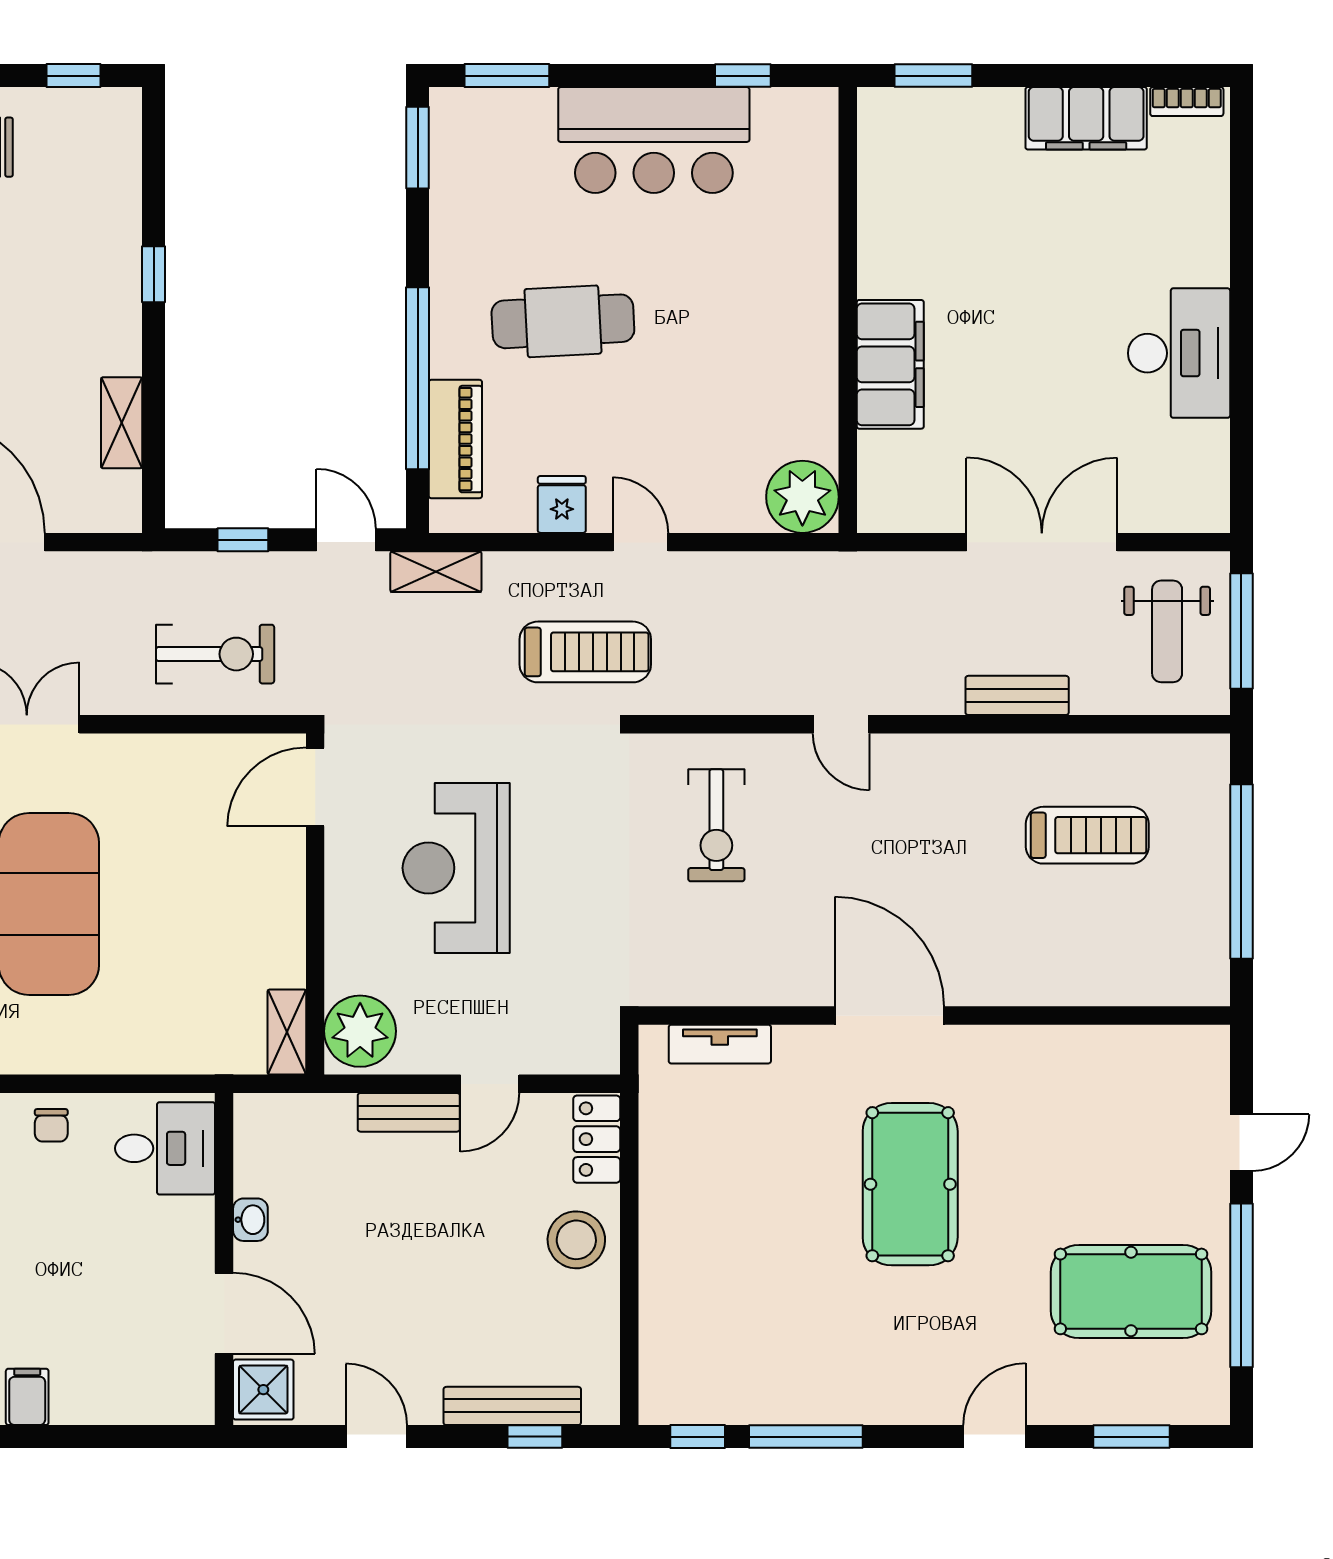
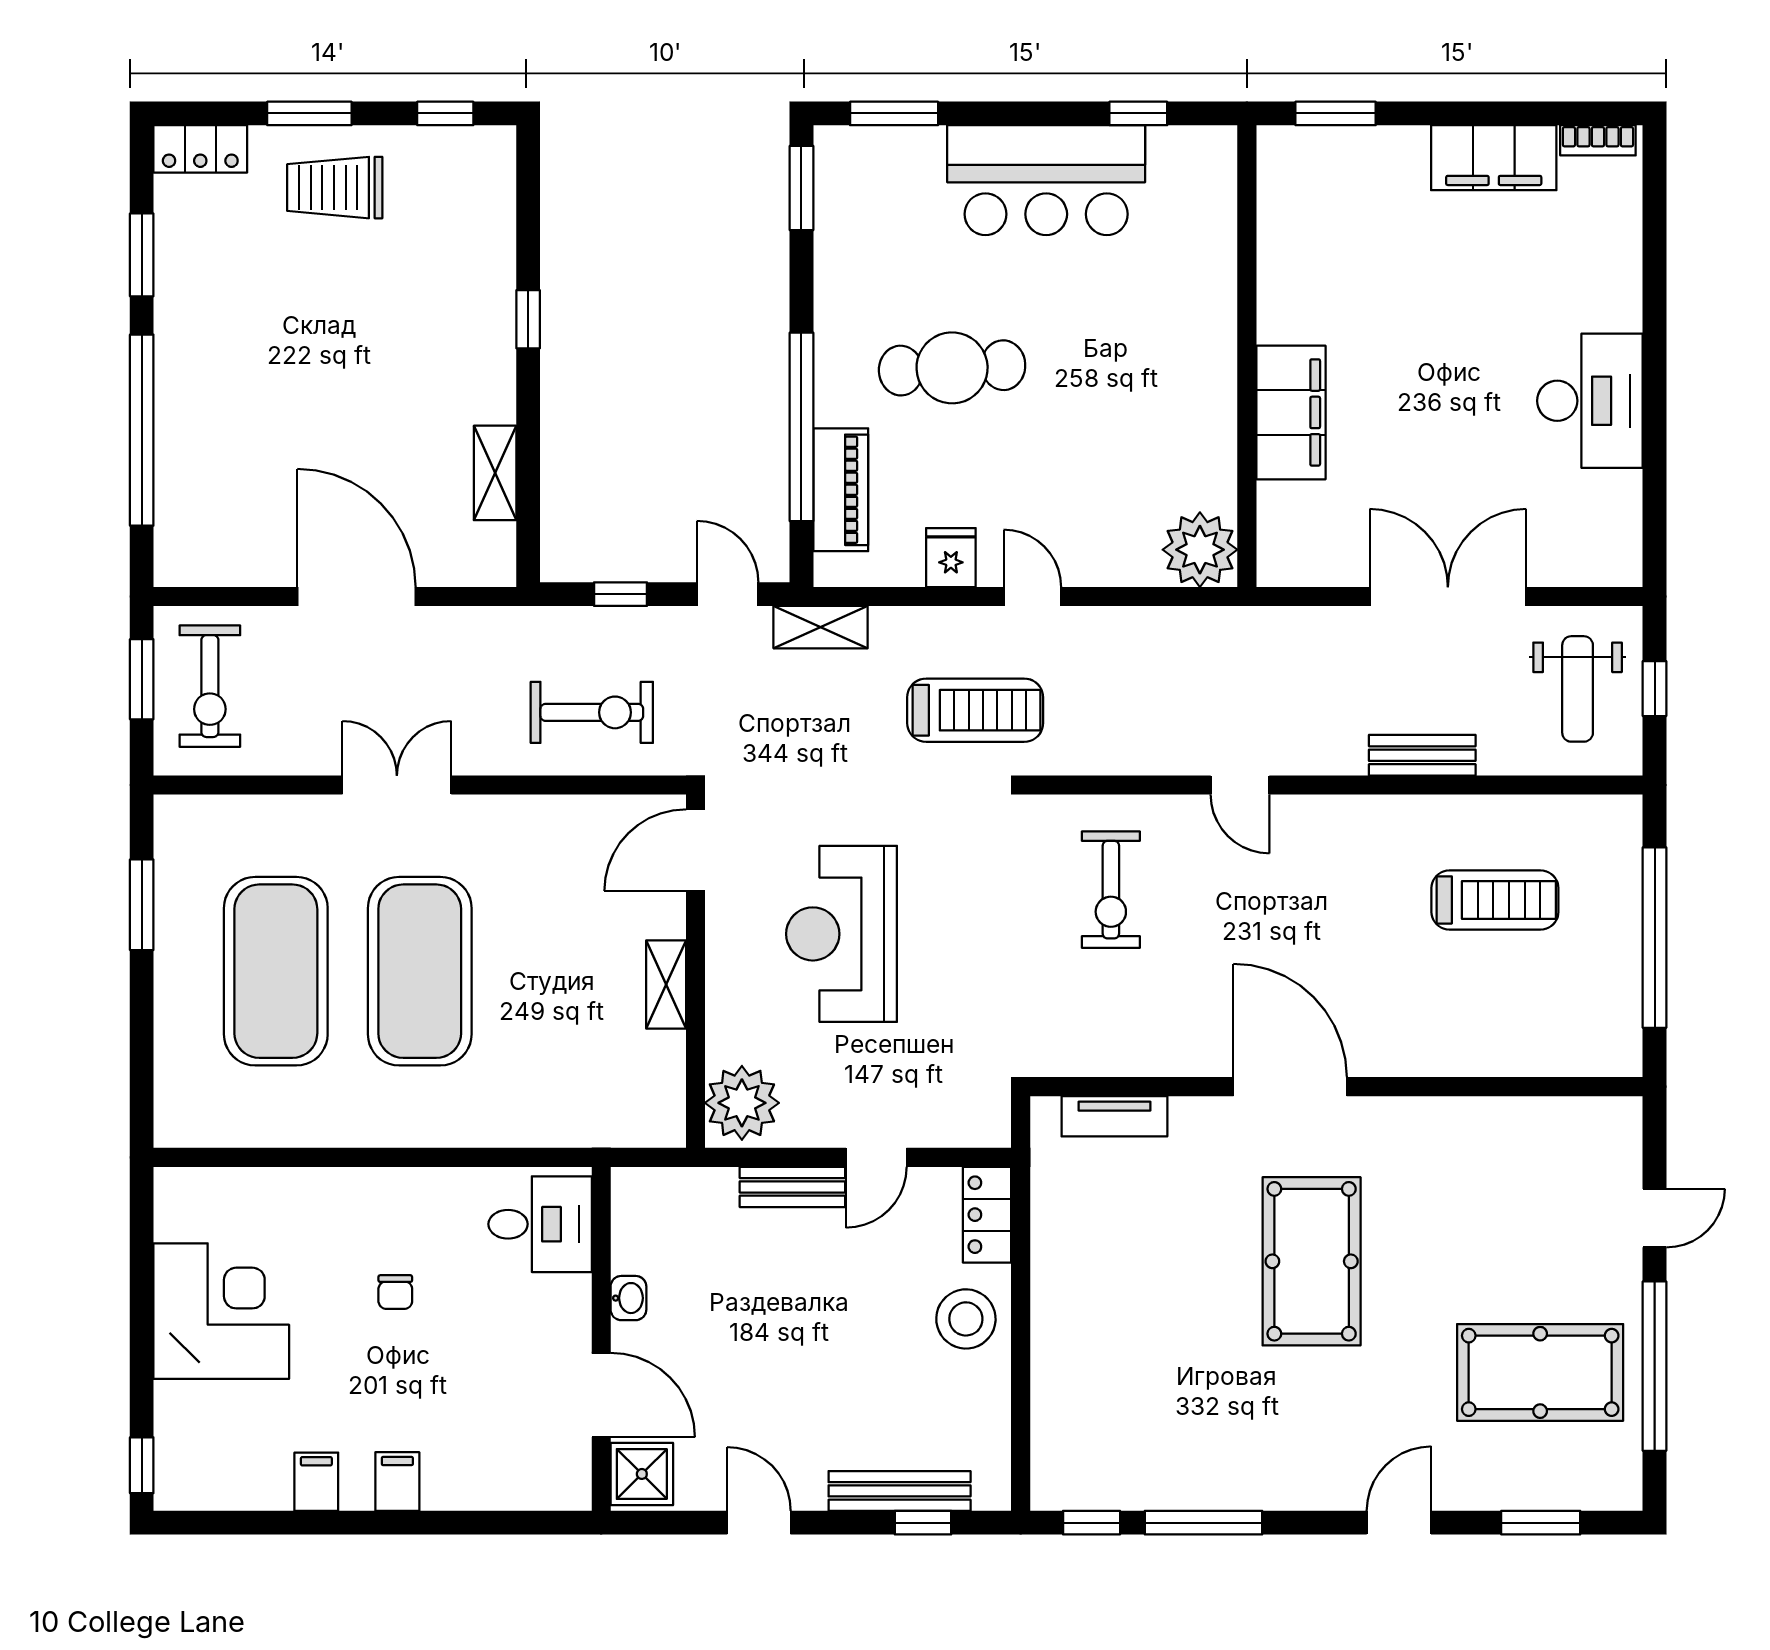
window: (1241, 631) -> (1655, 689), width x0.46
shelving: (287, 1032) -> (666, 985), moved
chair: (51, 1125) -> (395, 1292), moved

